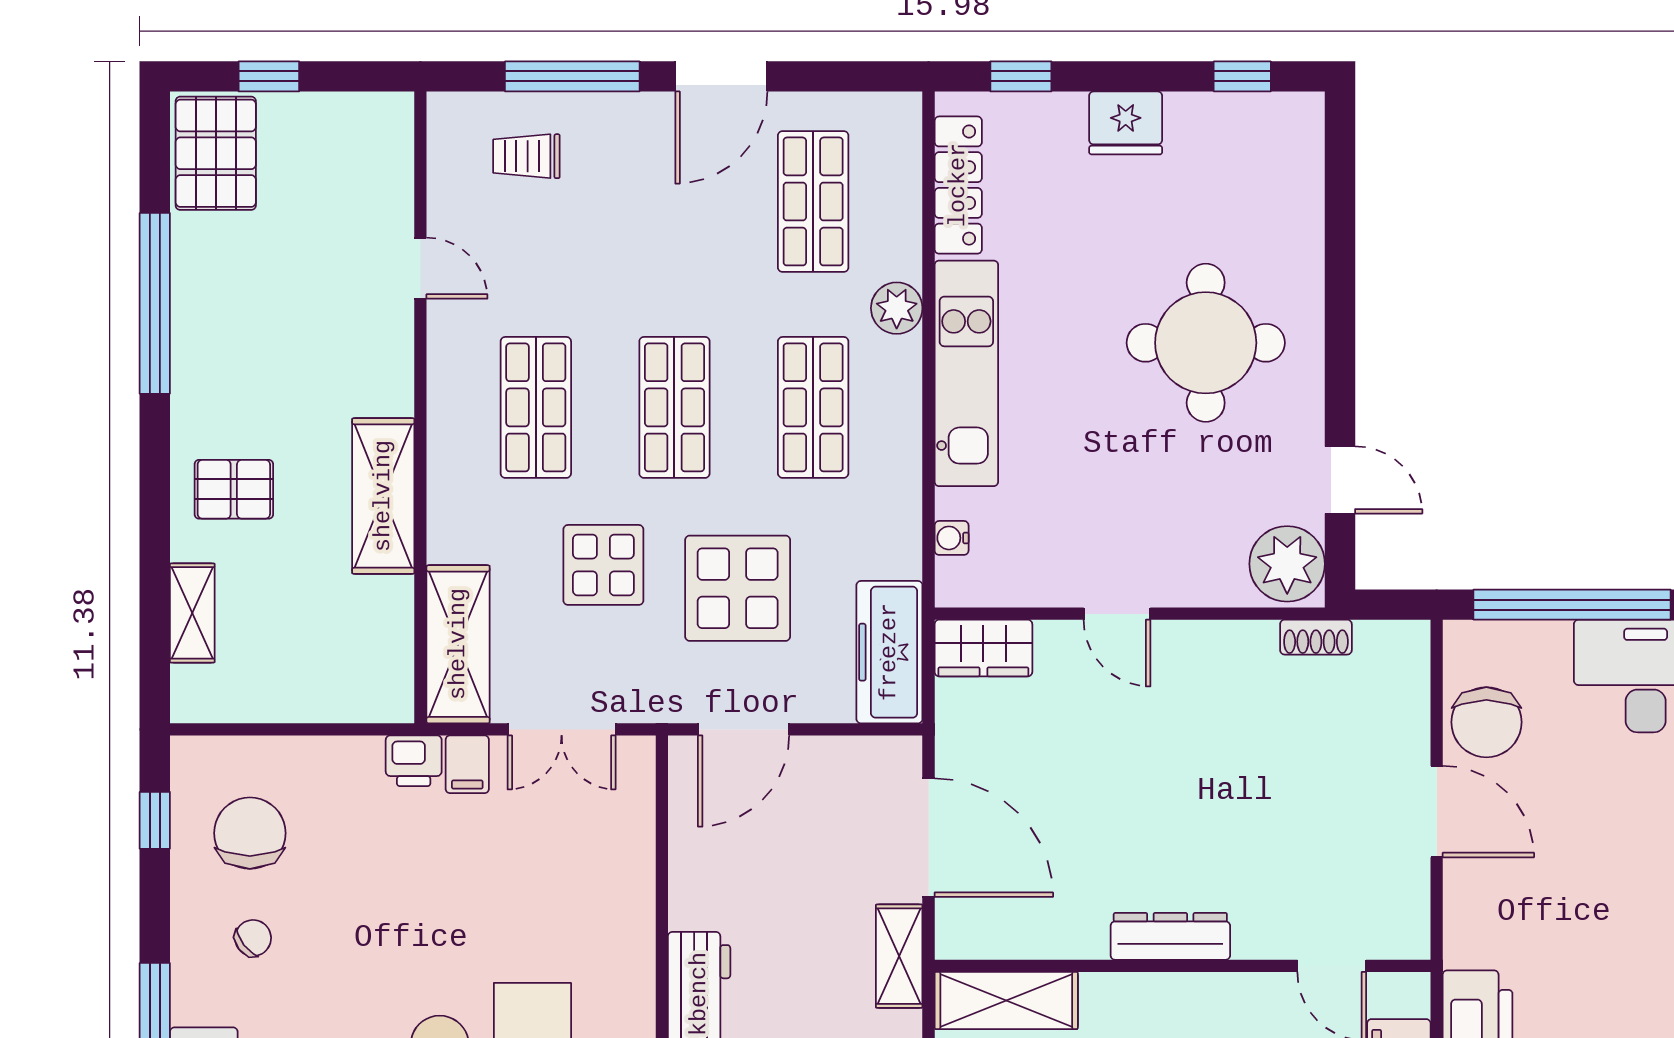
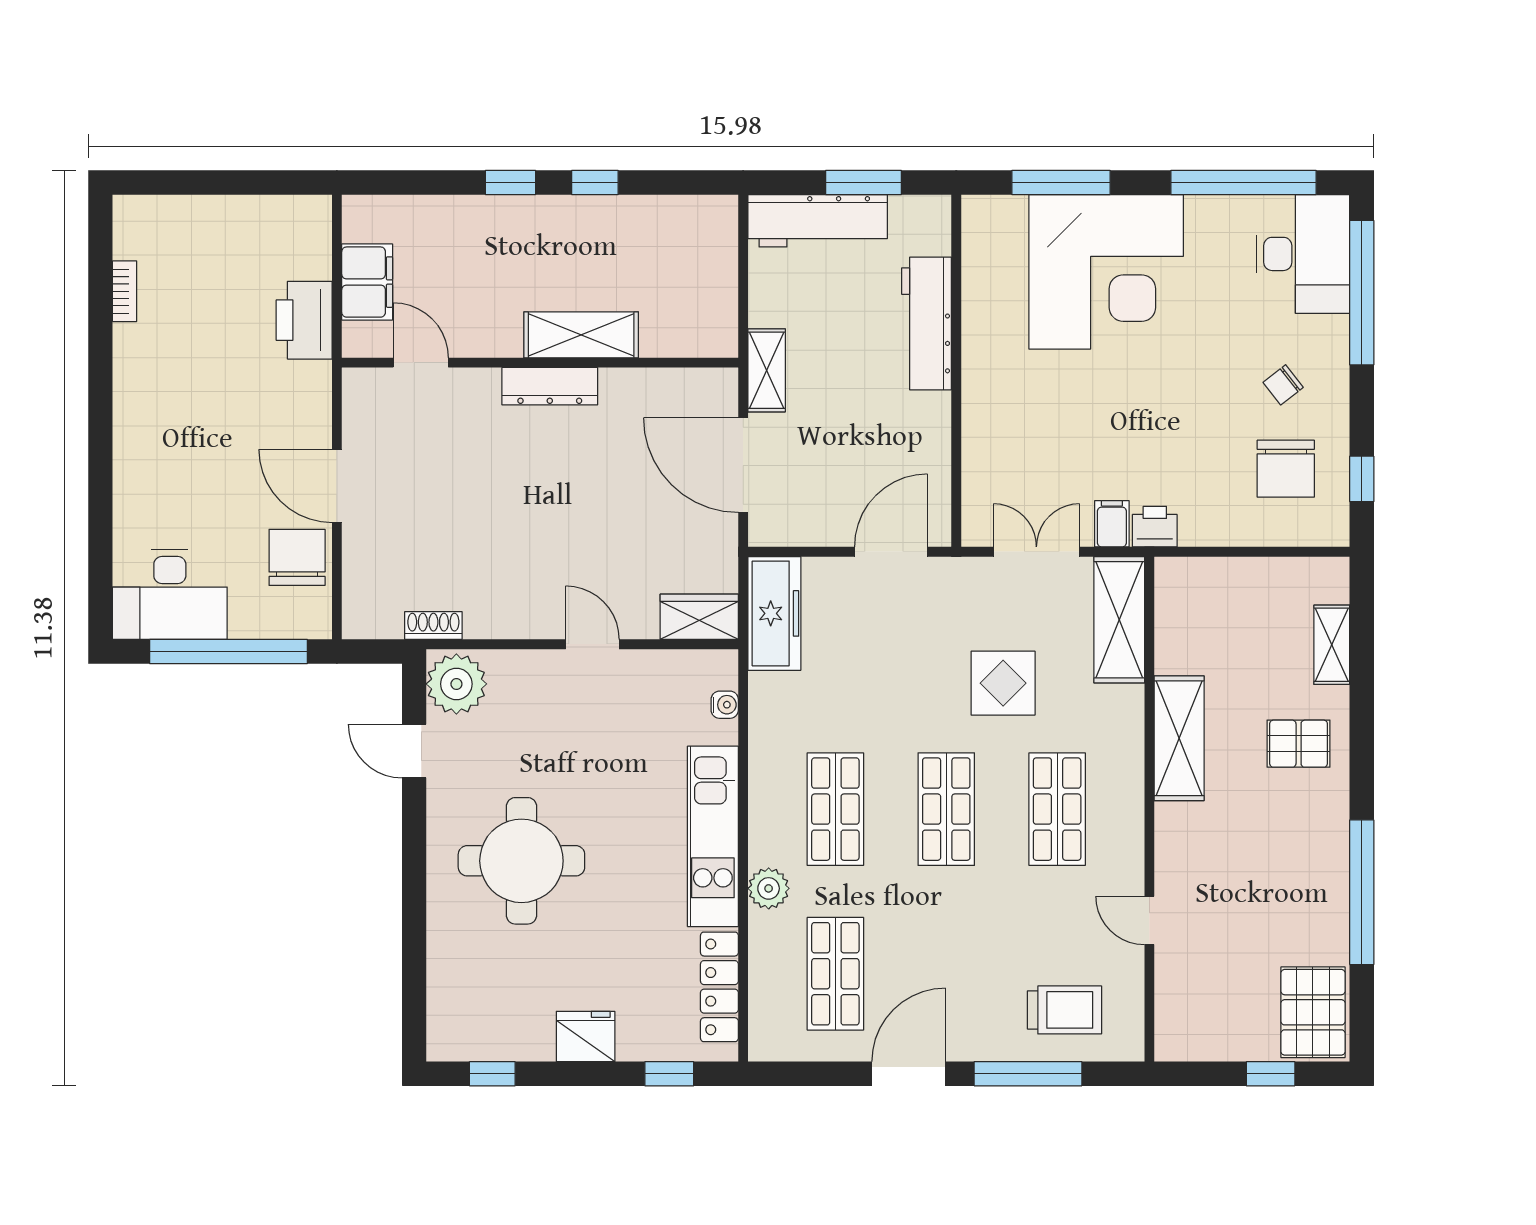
trolley: (526, 156) -> (1065, 1010), width x1.36, depth x1.39
display table: (738, 588) -> (896, 665), removed
shelving: (1006, 1001) -> (581, 335), moved

